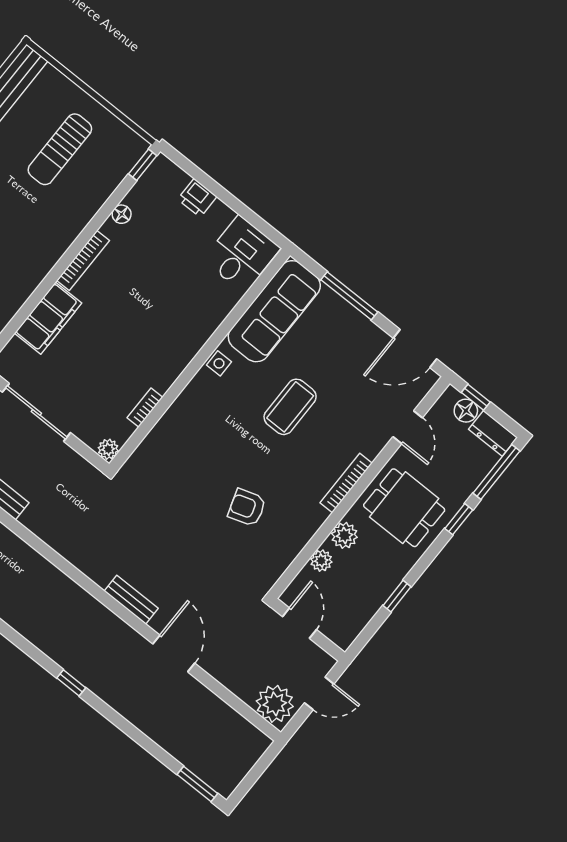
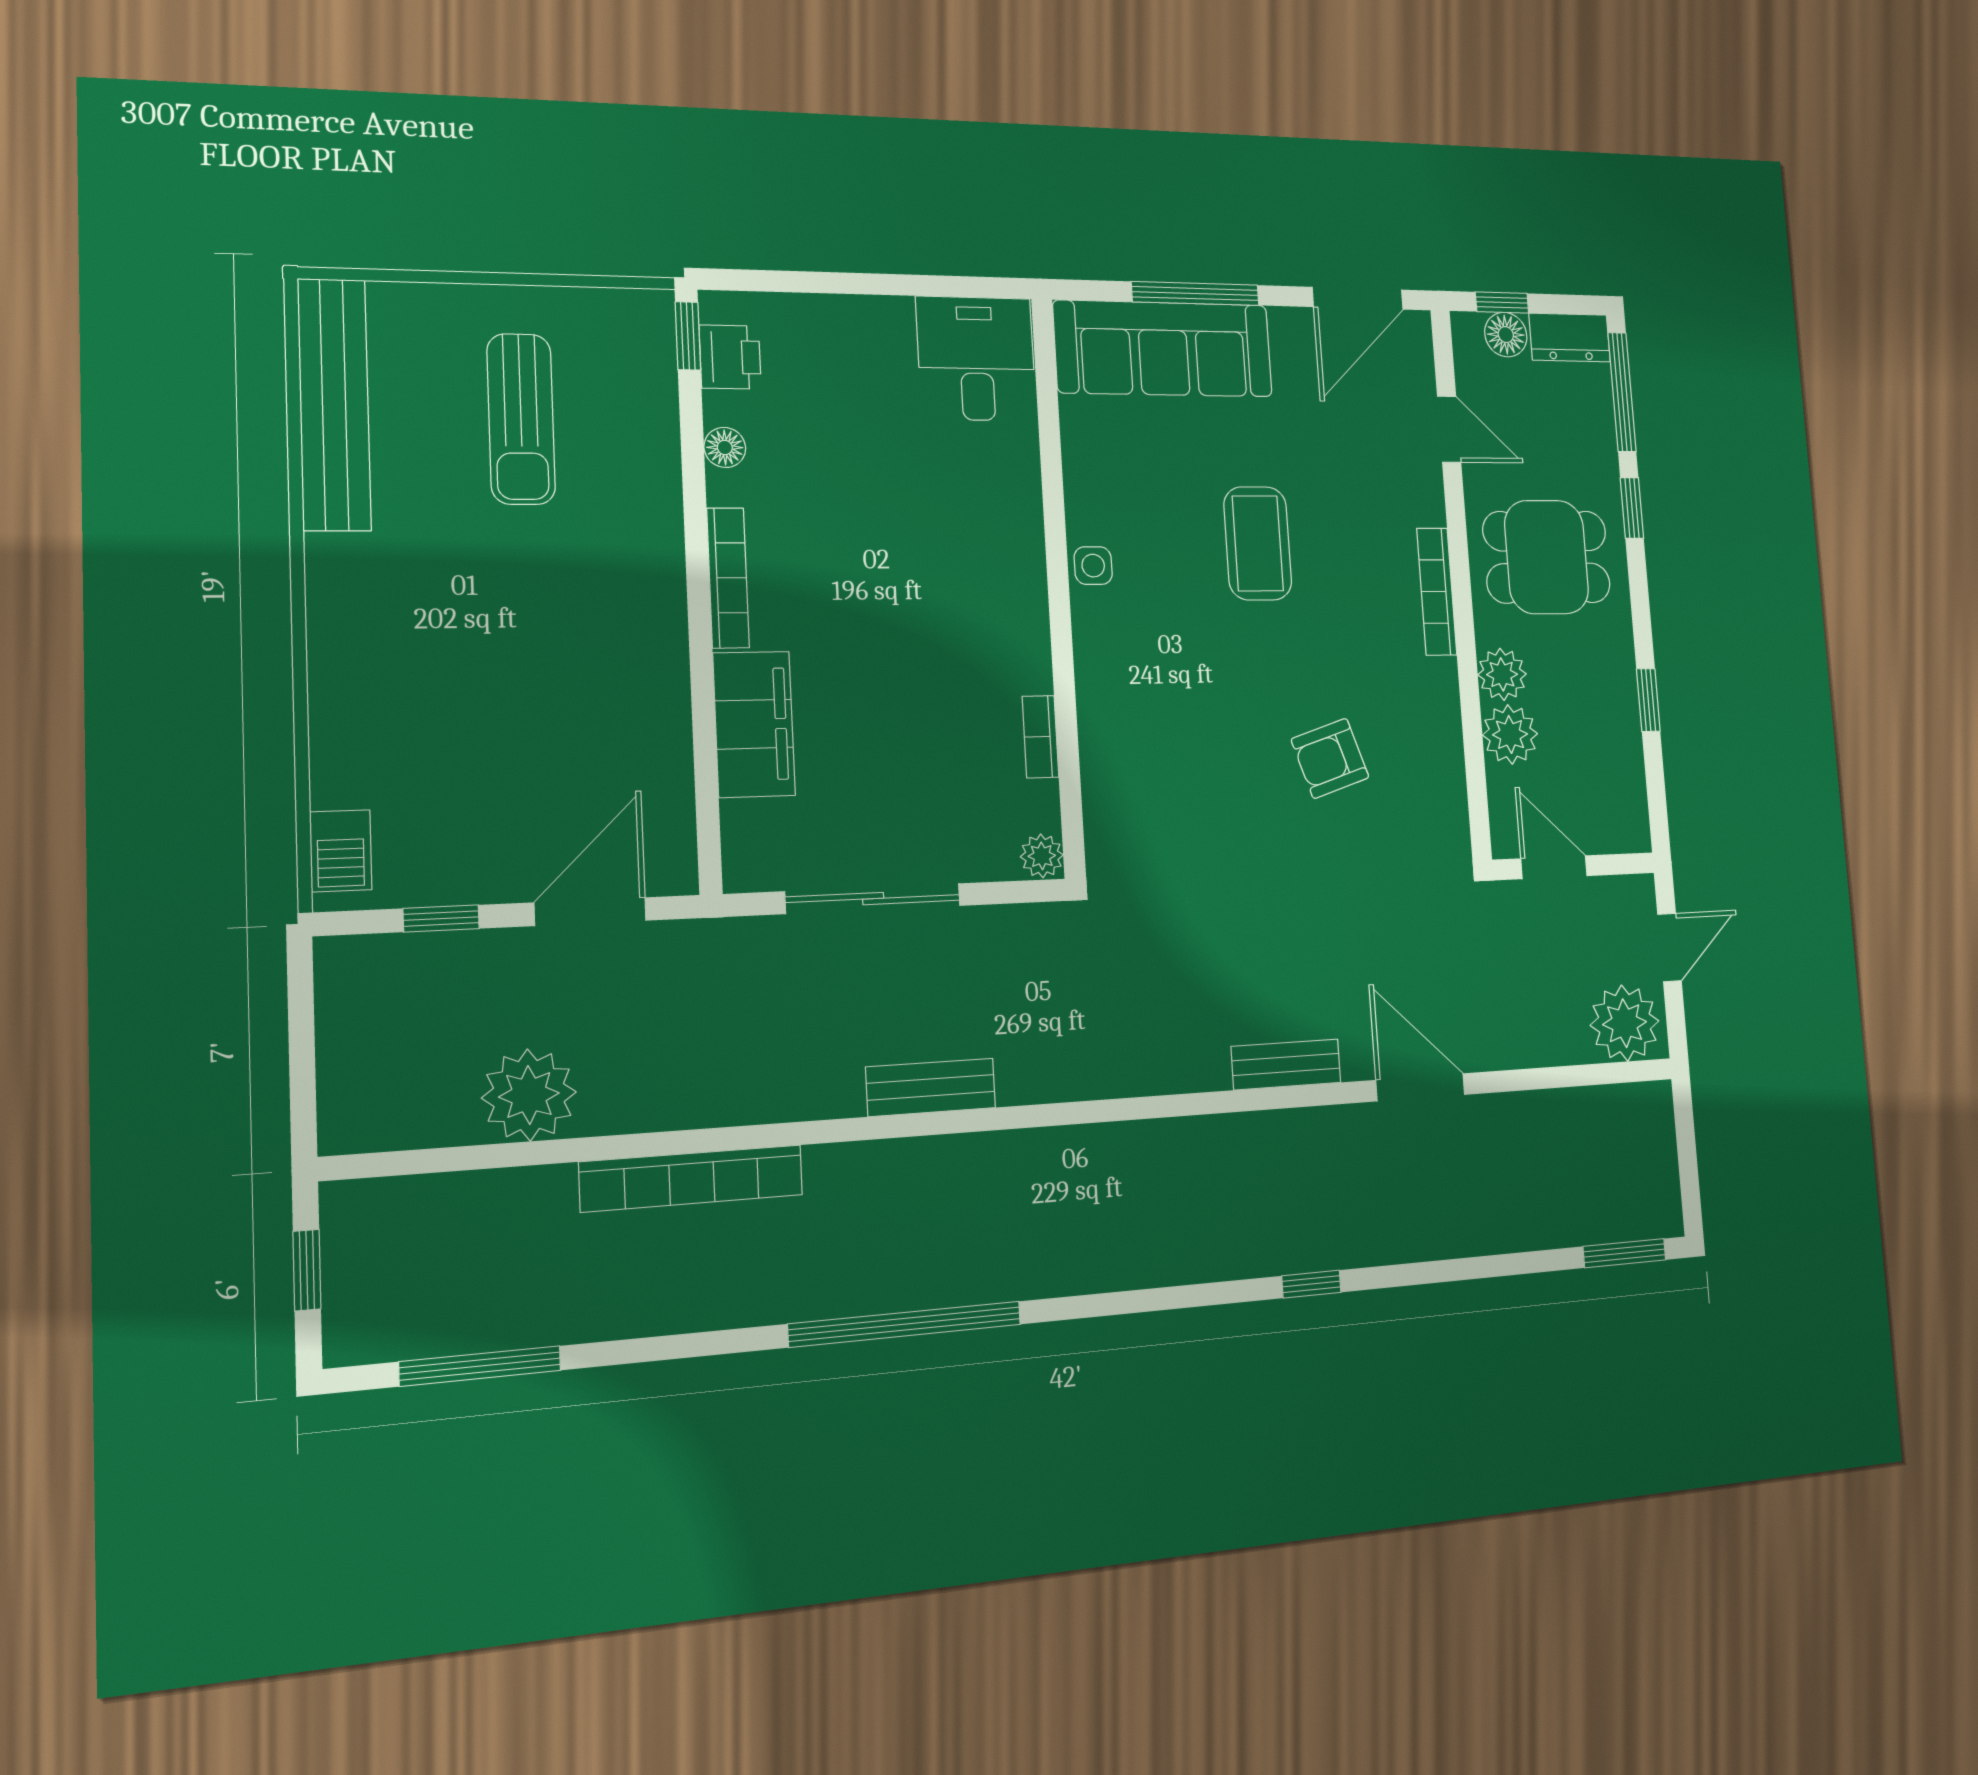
printer: (197, 198) -> (730, 357), moved, turned -90
sofa: (274, 311) -> (1163, 349), moved, turned 90
plant: (321, 561) -> (1510, 734), width x1.38, depth x1.38

